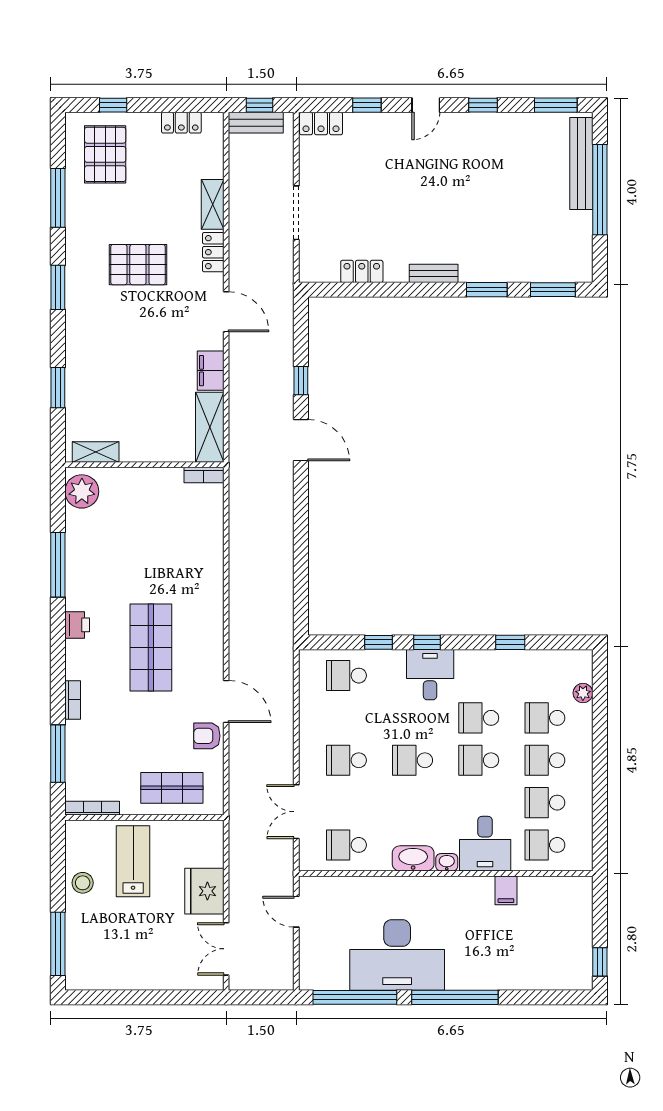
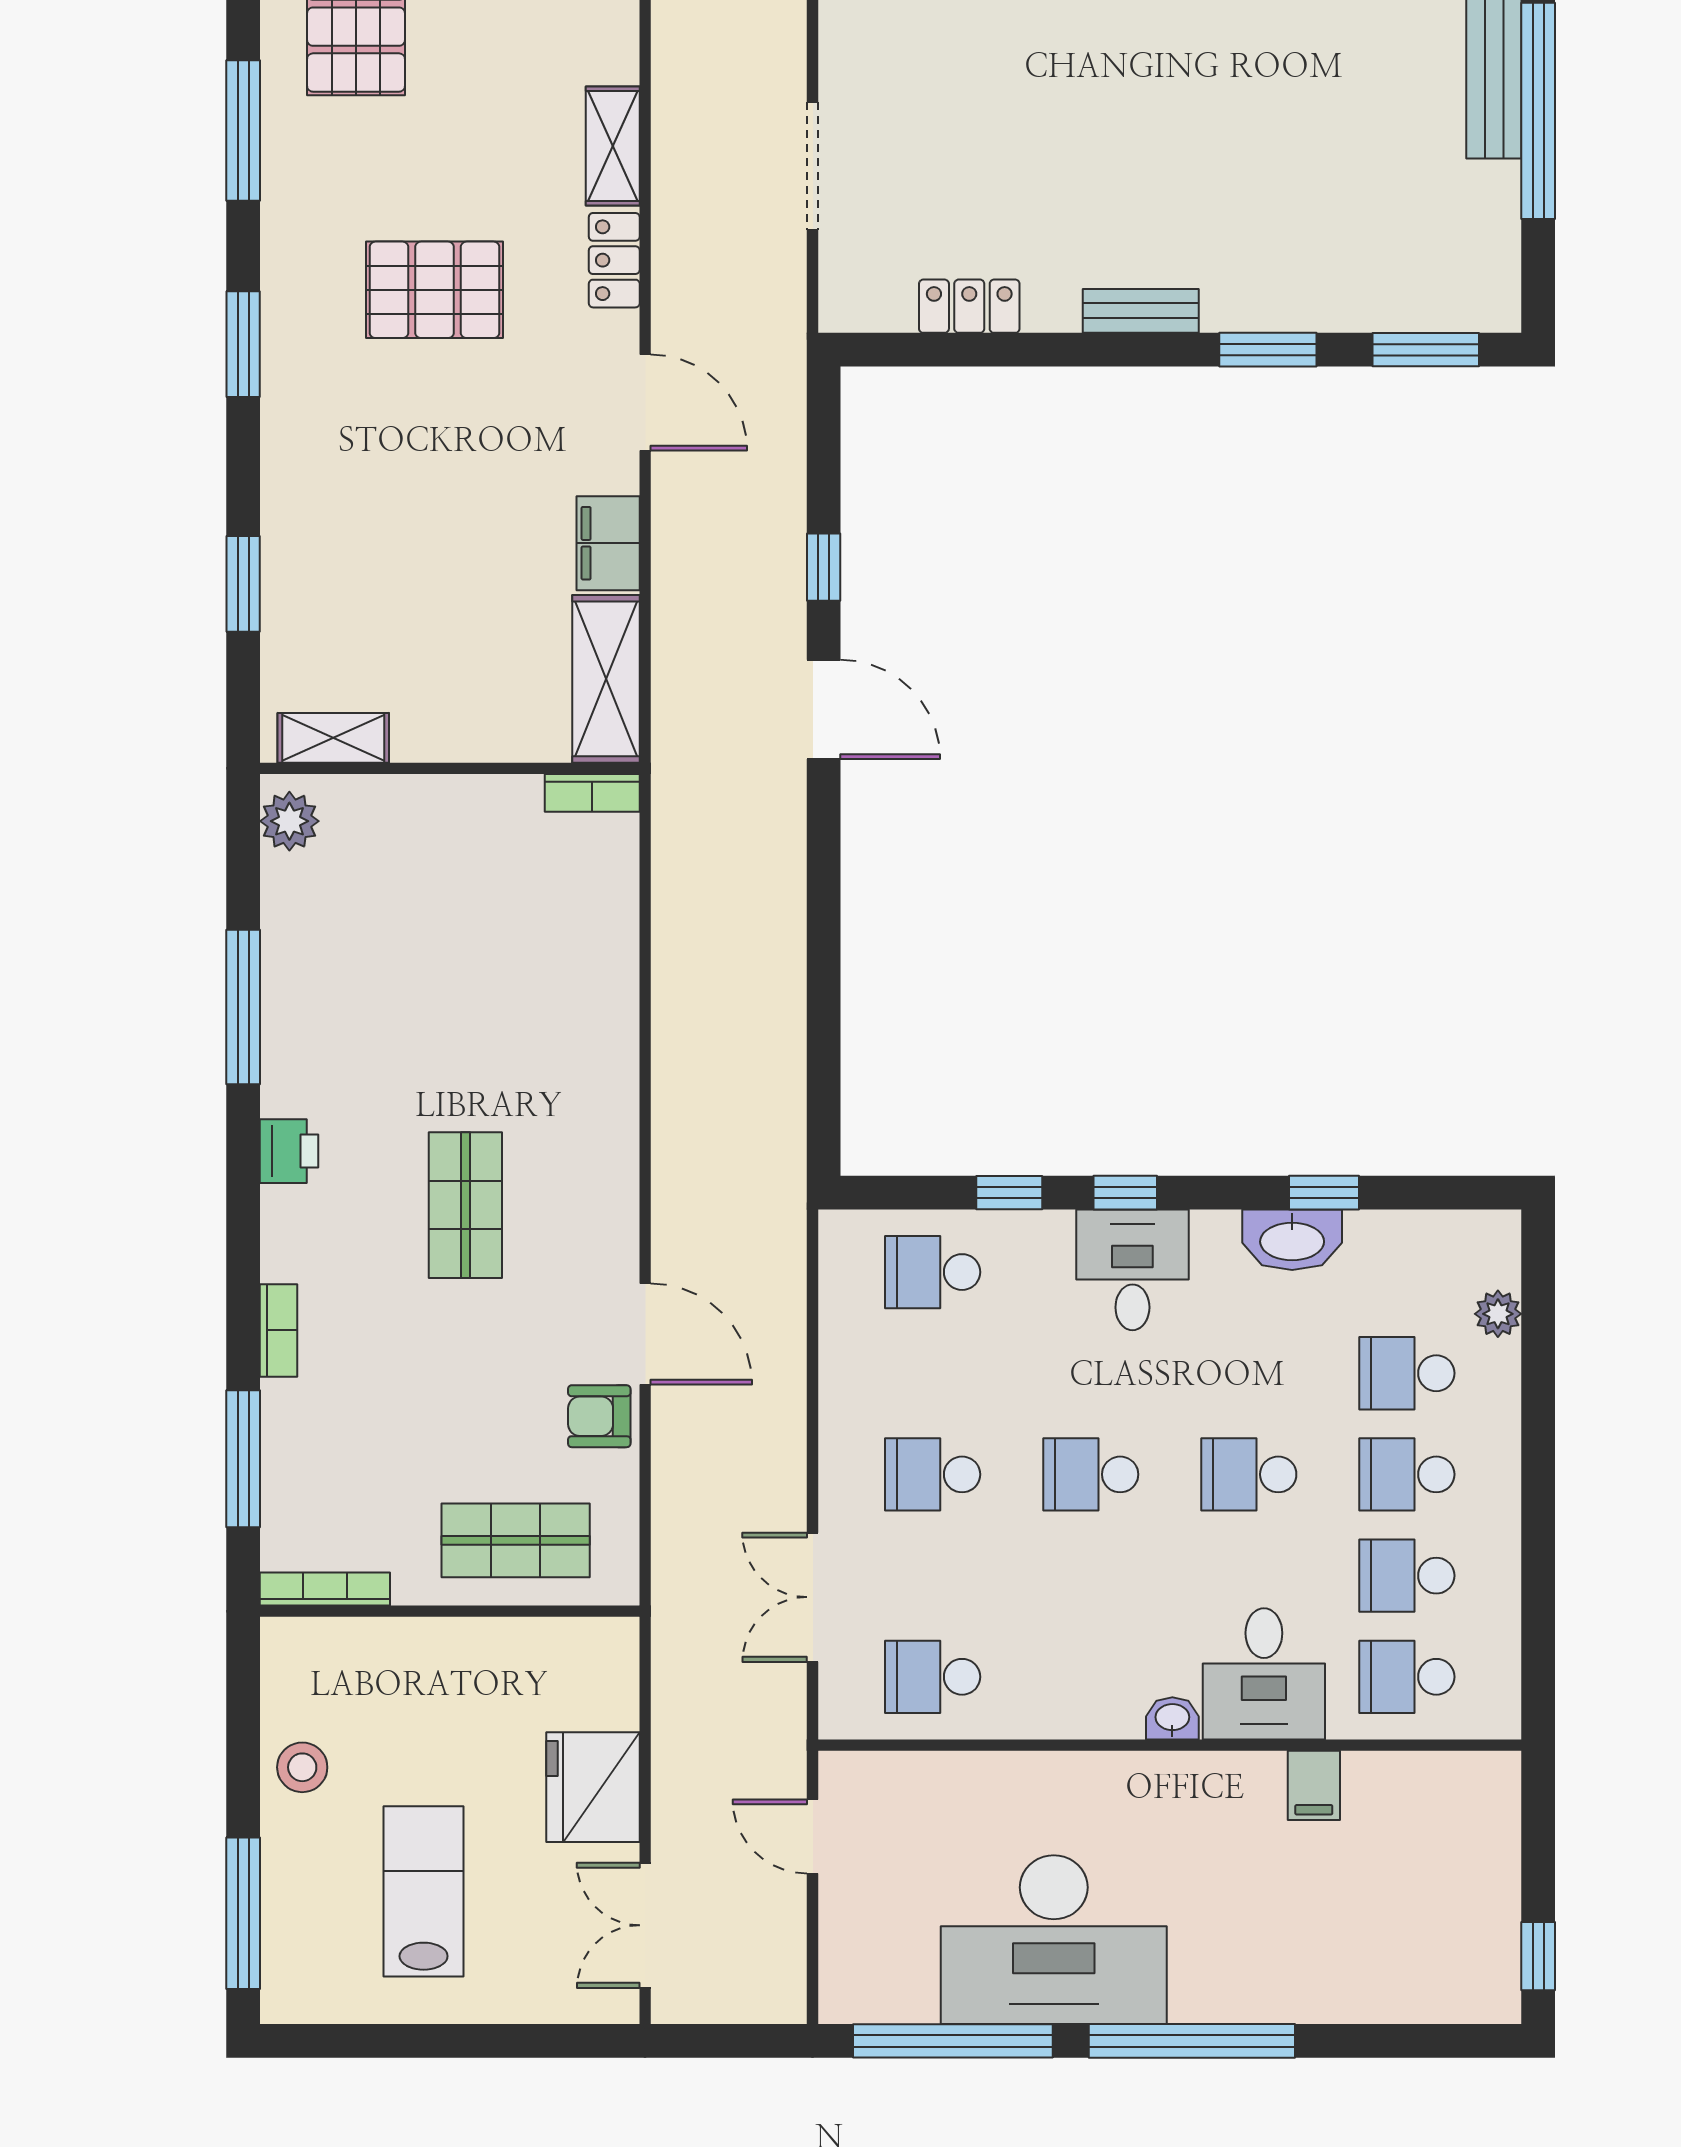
plant: (82, 491) -> (289, 821), width x0.73, depth x0.73
shop shelf: (151, 648) -> (465, 1205), width x0.70, depth x0.74
school desk: (479, 718) -> (1249, 1373), removed
washbasin: (413, 858) -> (1292, 1240), moved, turned 180
lab bench: (133, 861) -> (424, 1891), moved

